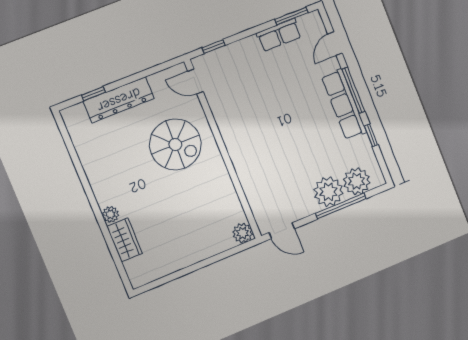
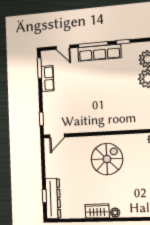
dresser: (119, 100) -> (53, 198), moved
spiral stairs: (175, 144) -> (107, 159), moved
wardrobe: (125, 240) -> (97, 211), moved

